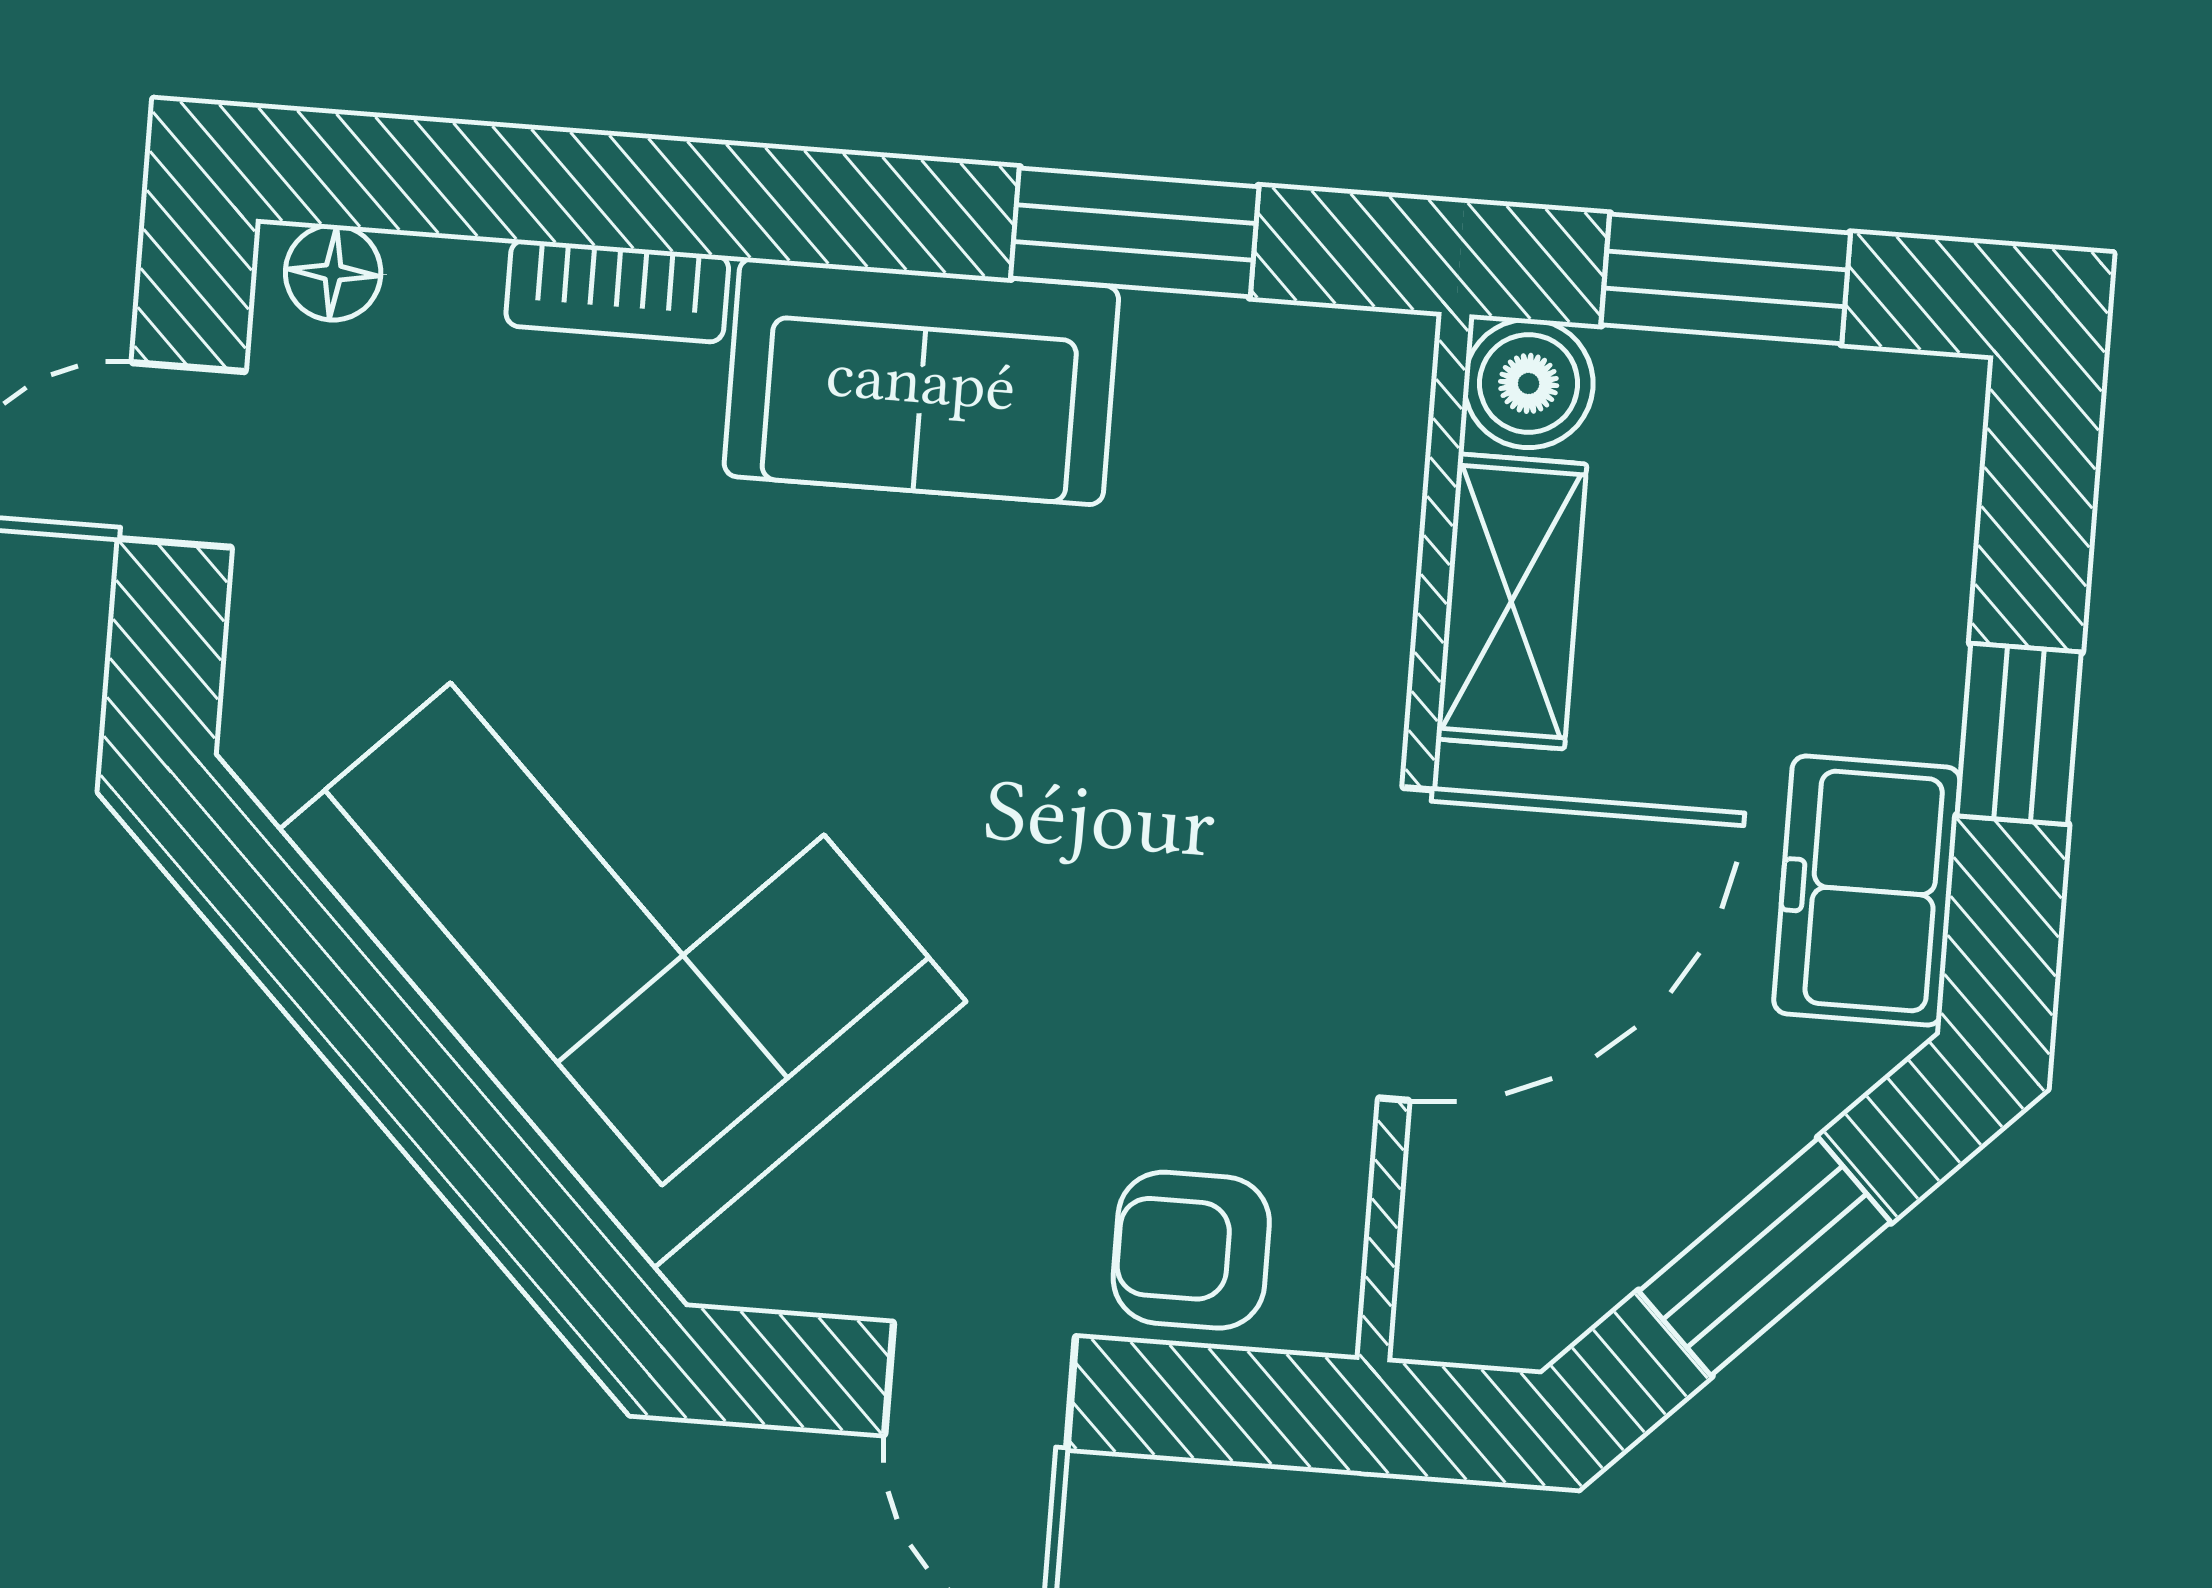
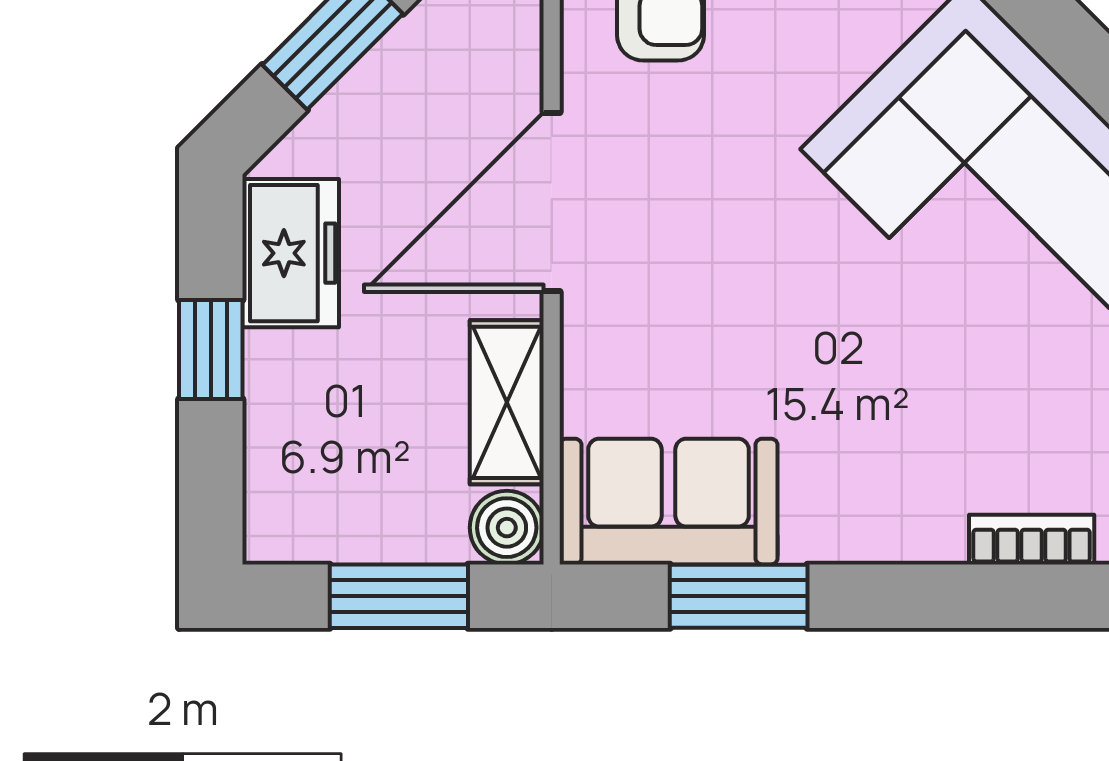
sofa: (921, 381) -> (669, 502), moved

